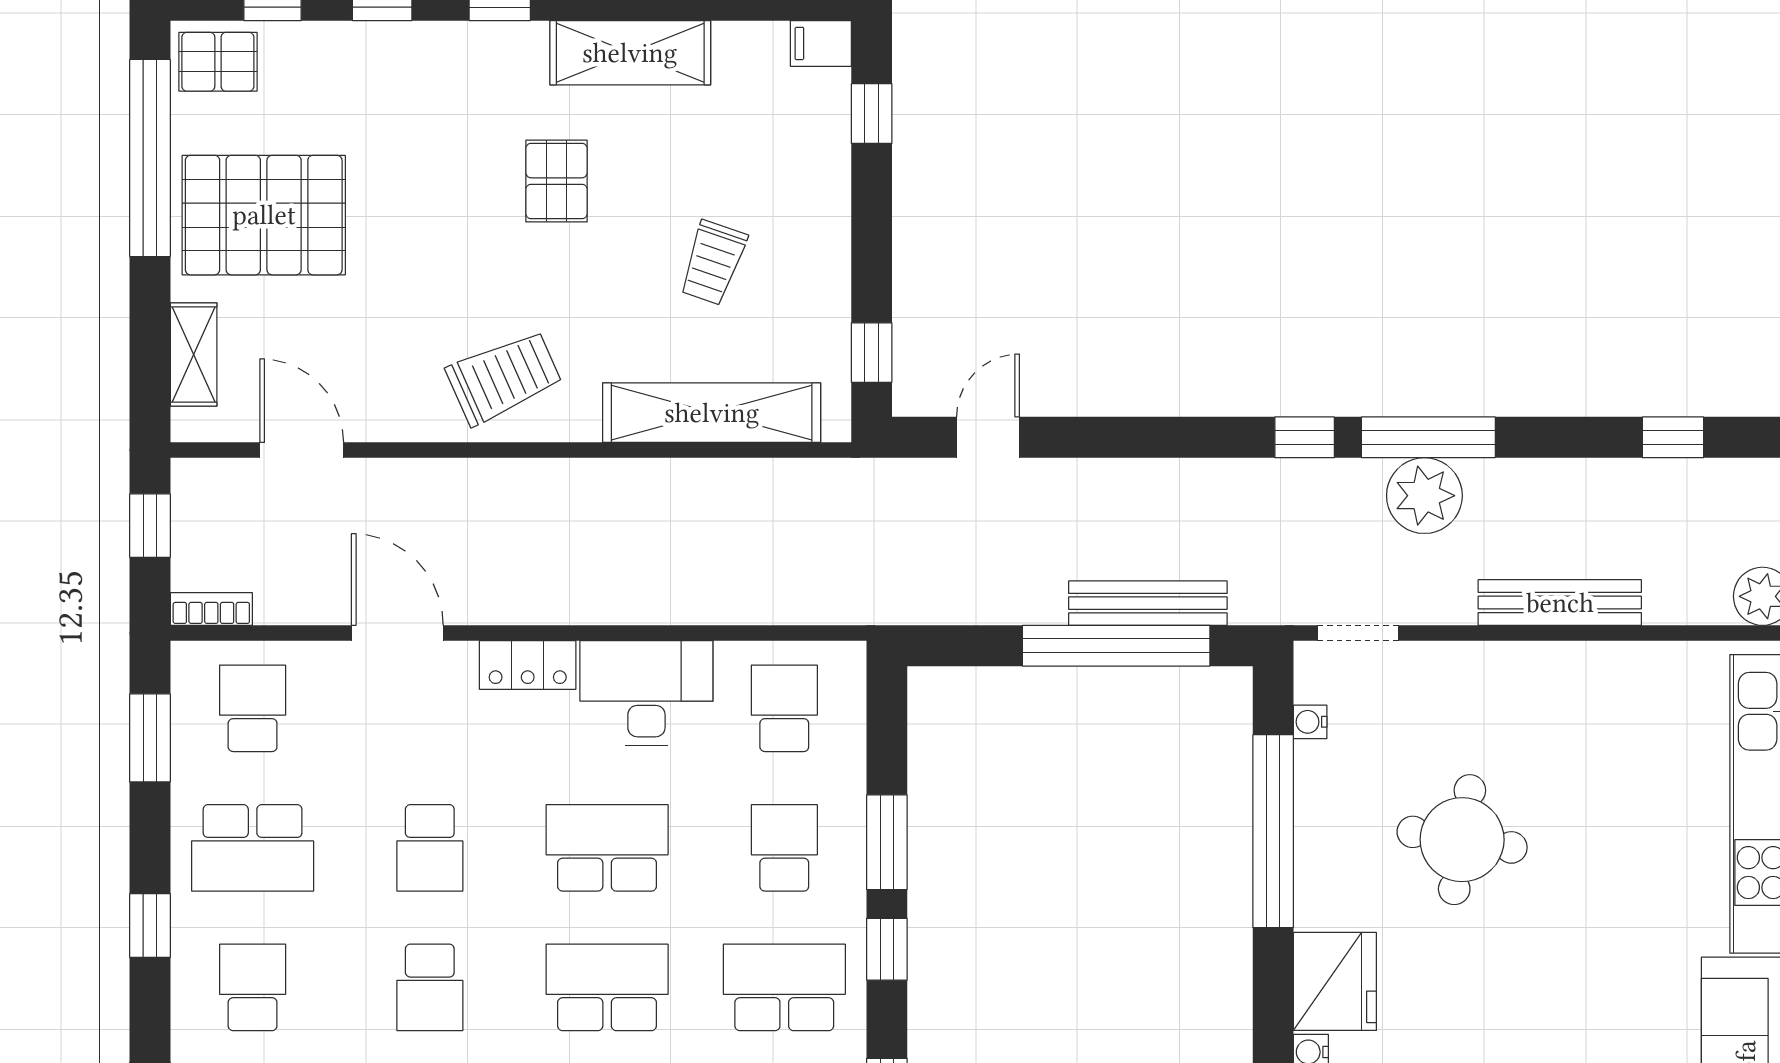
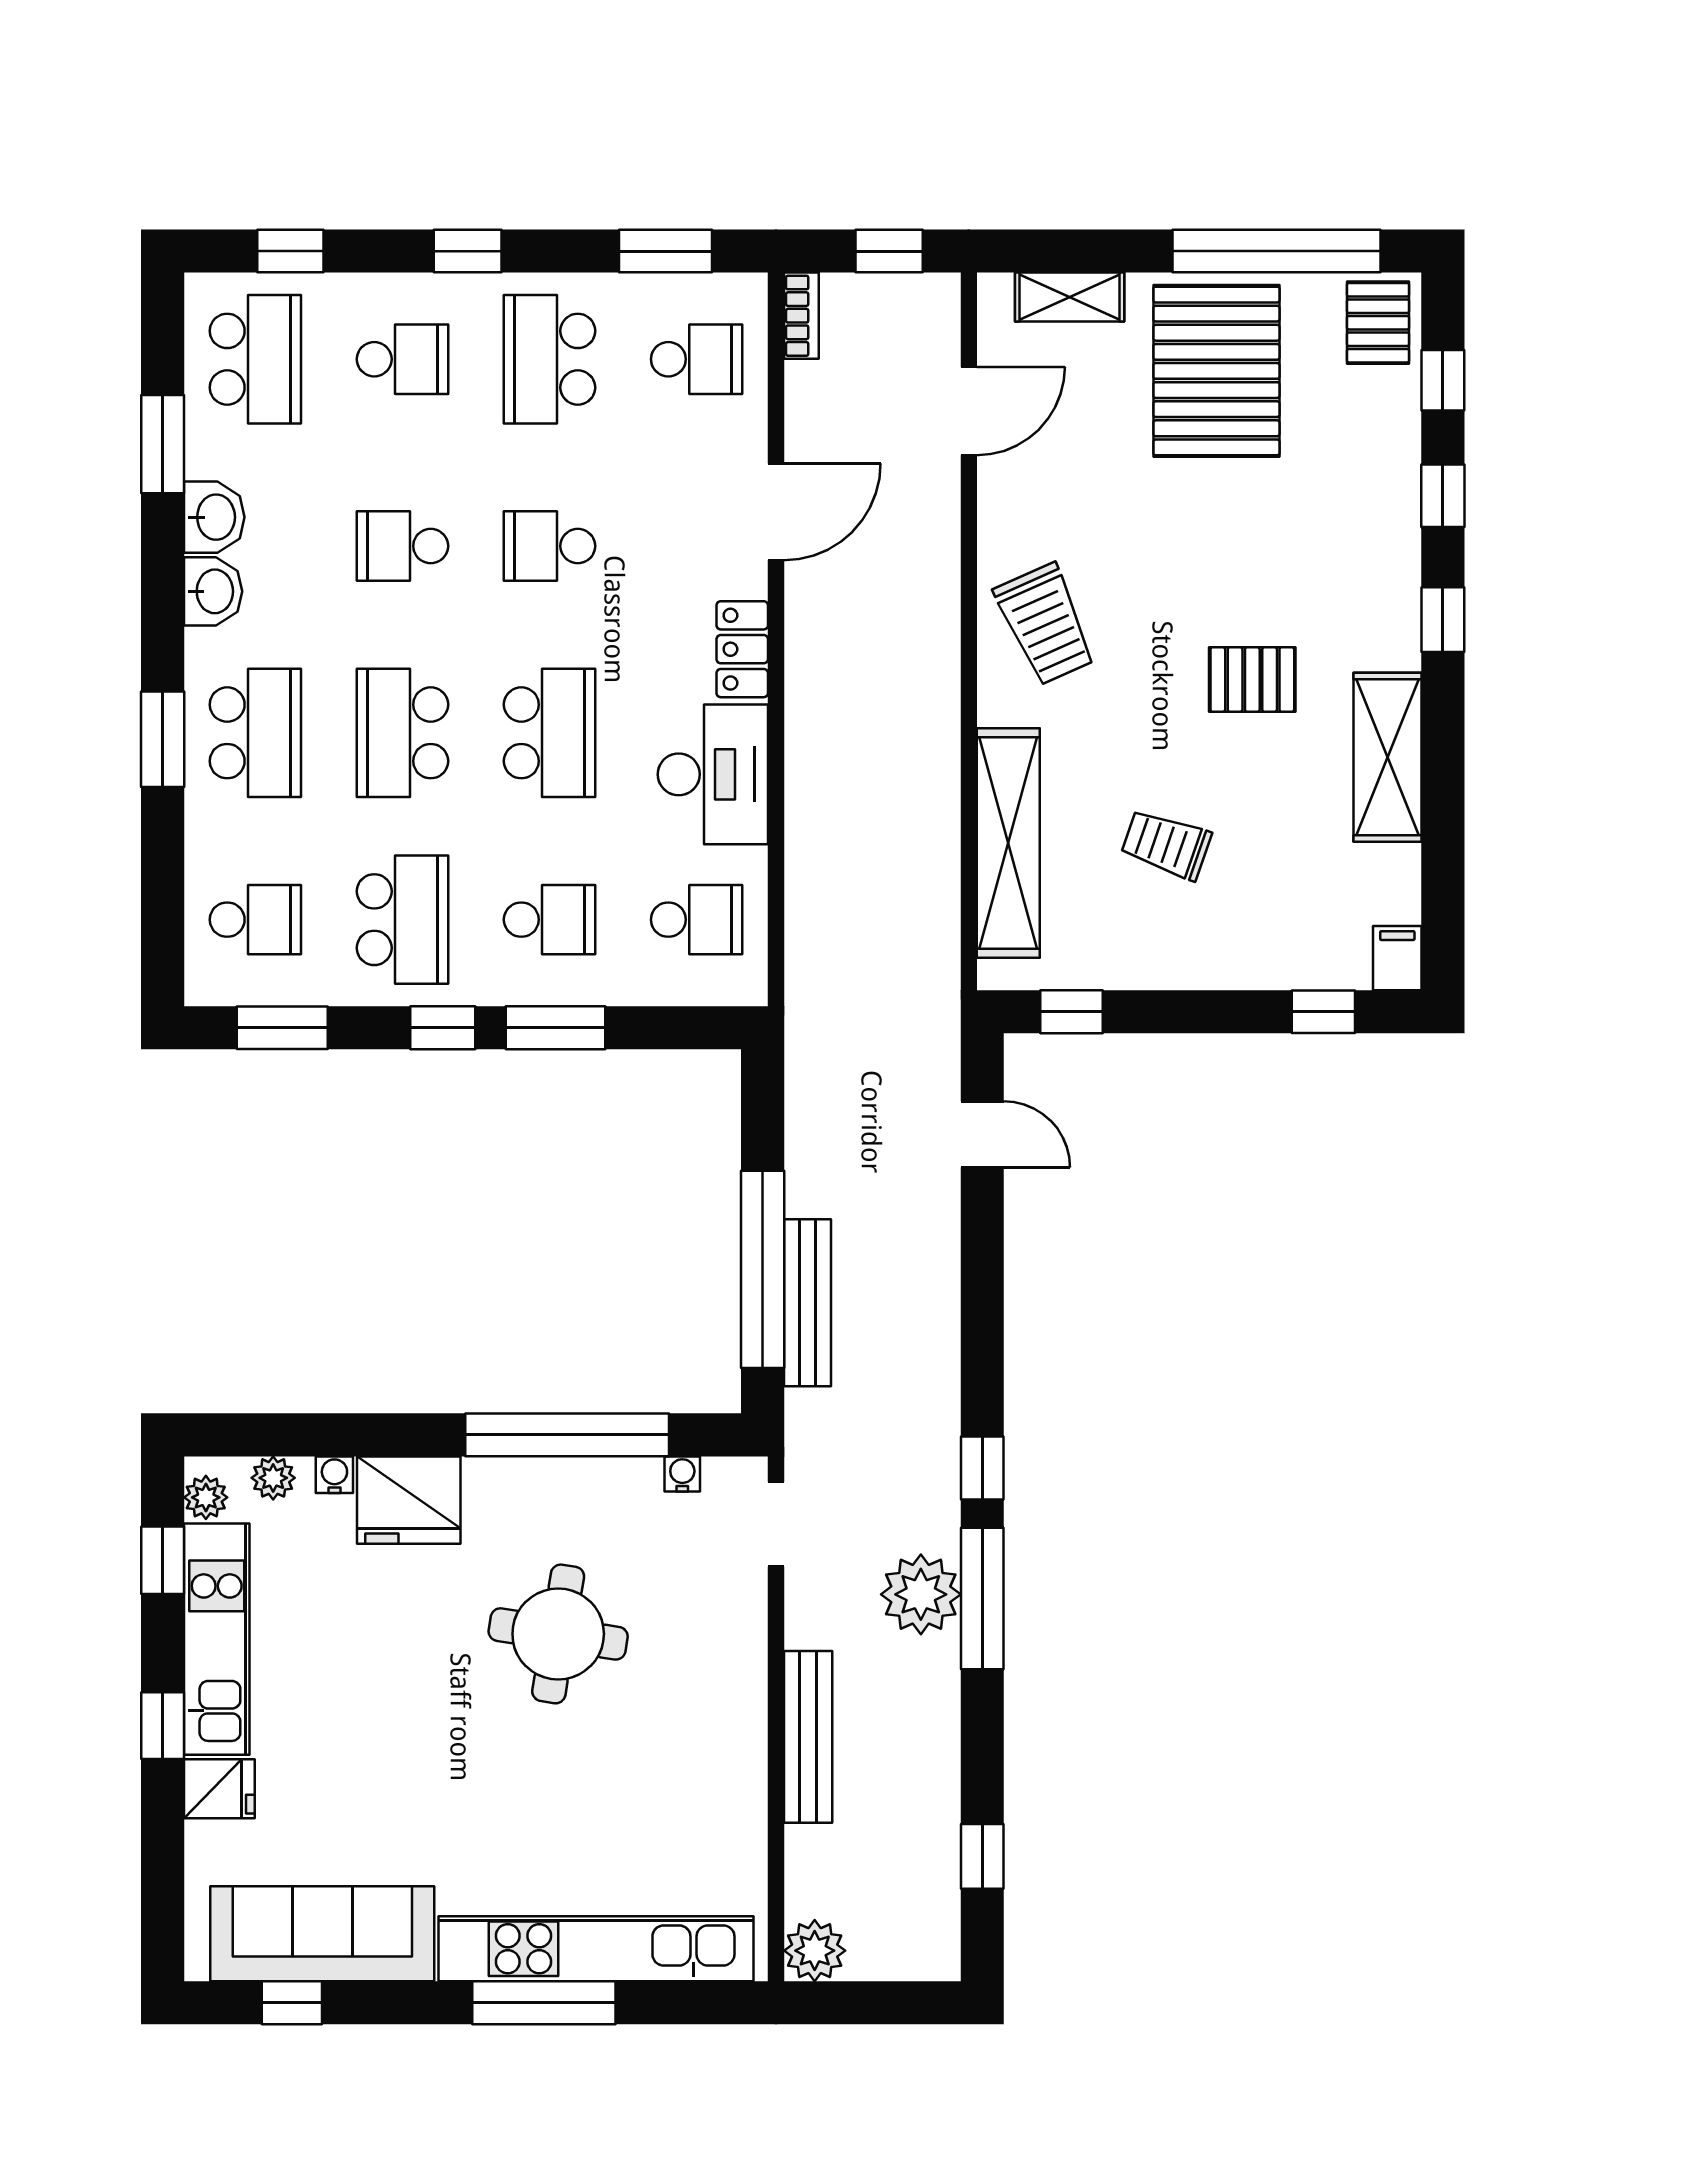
school desk: (607, 987) -> (402, 733), turned 180

